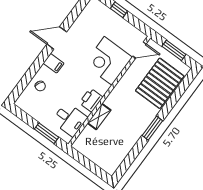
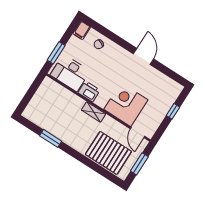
filing cabinet: (54, 63) -> (82, 30), moved
shelving: (99, 117) -> (94, 112), moved
desk: (70, 119) -> (70, 73), width x1.37
window: (152, 128) -> (51, 138), moved

